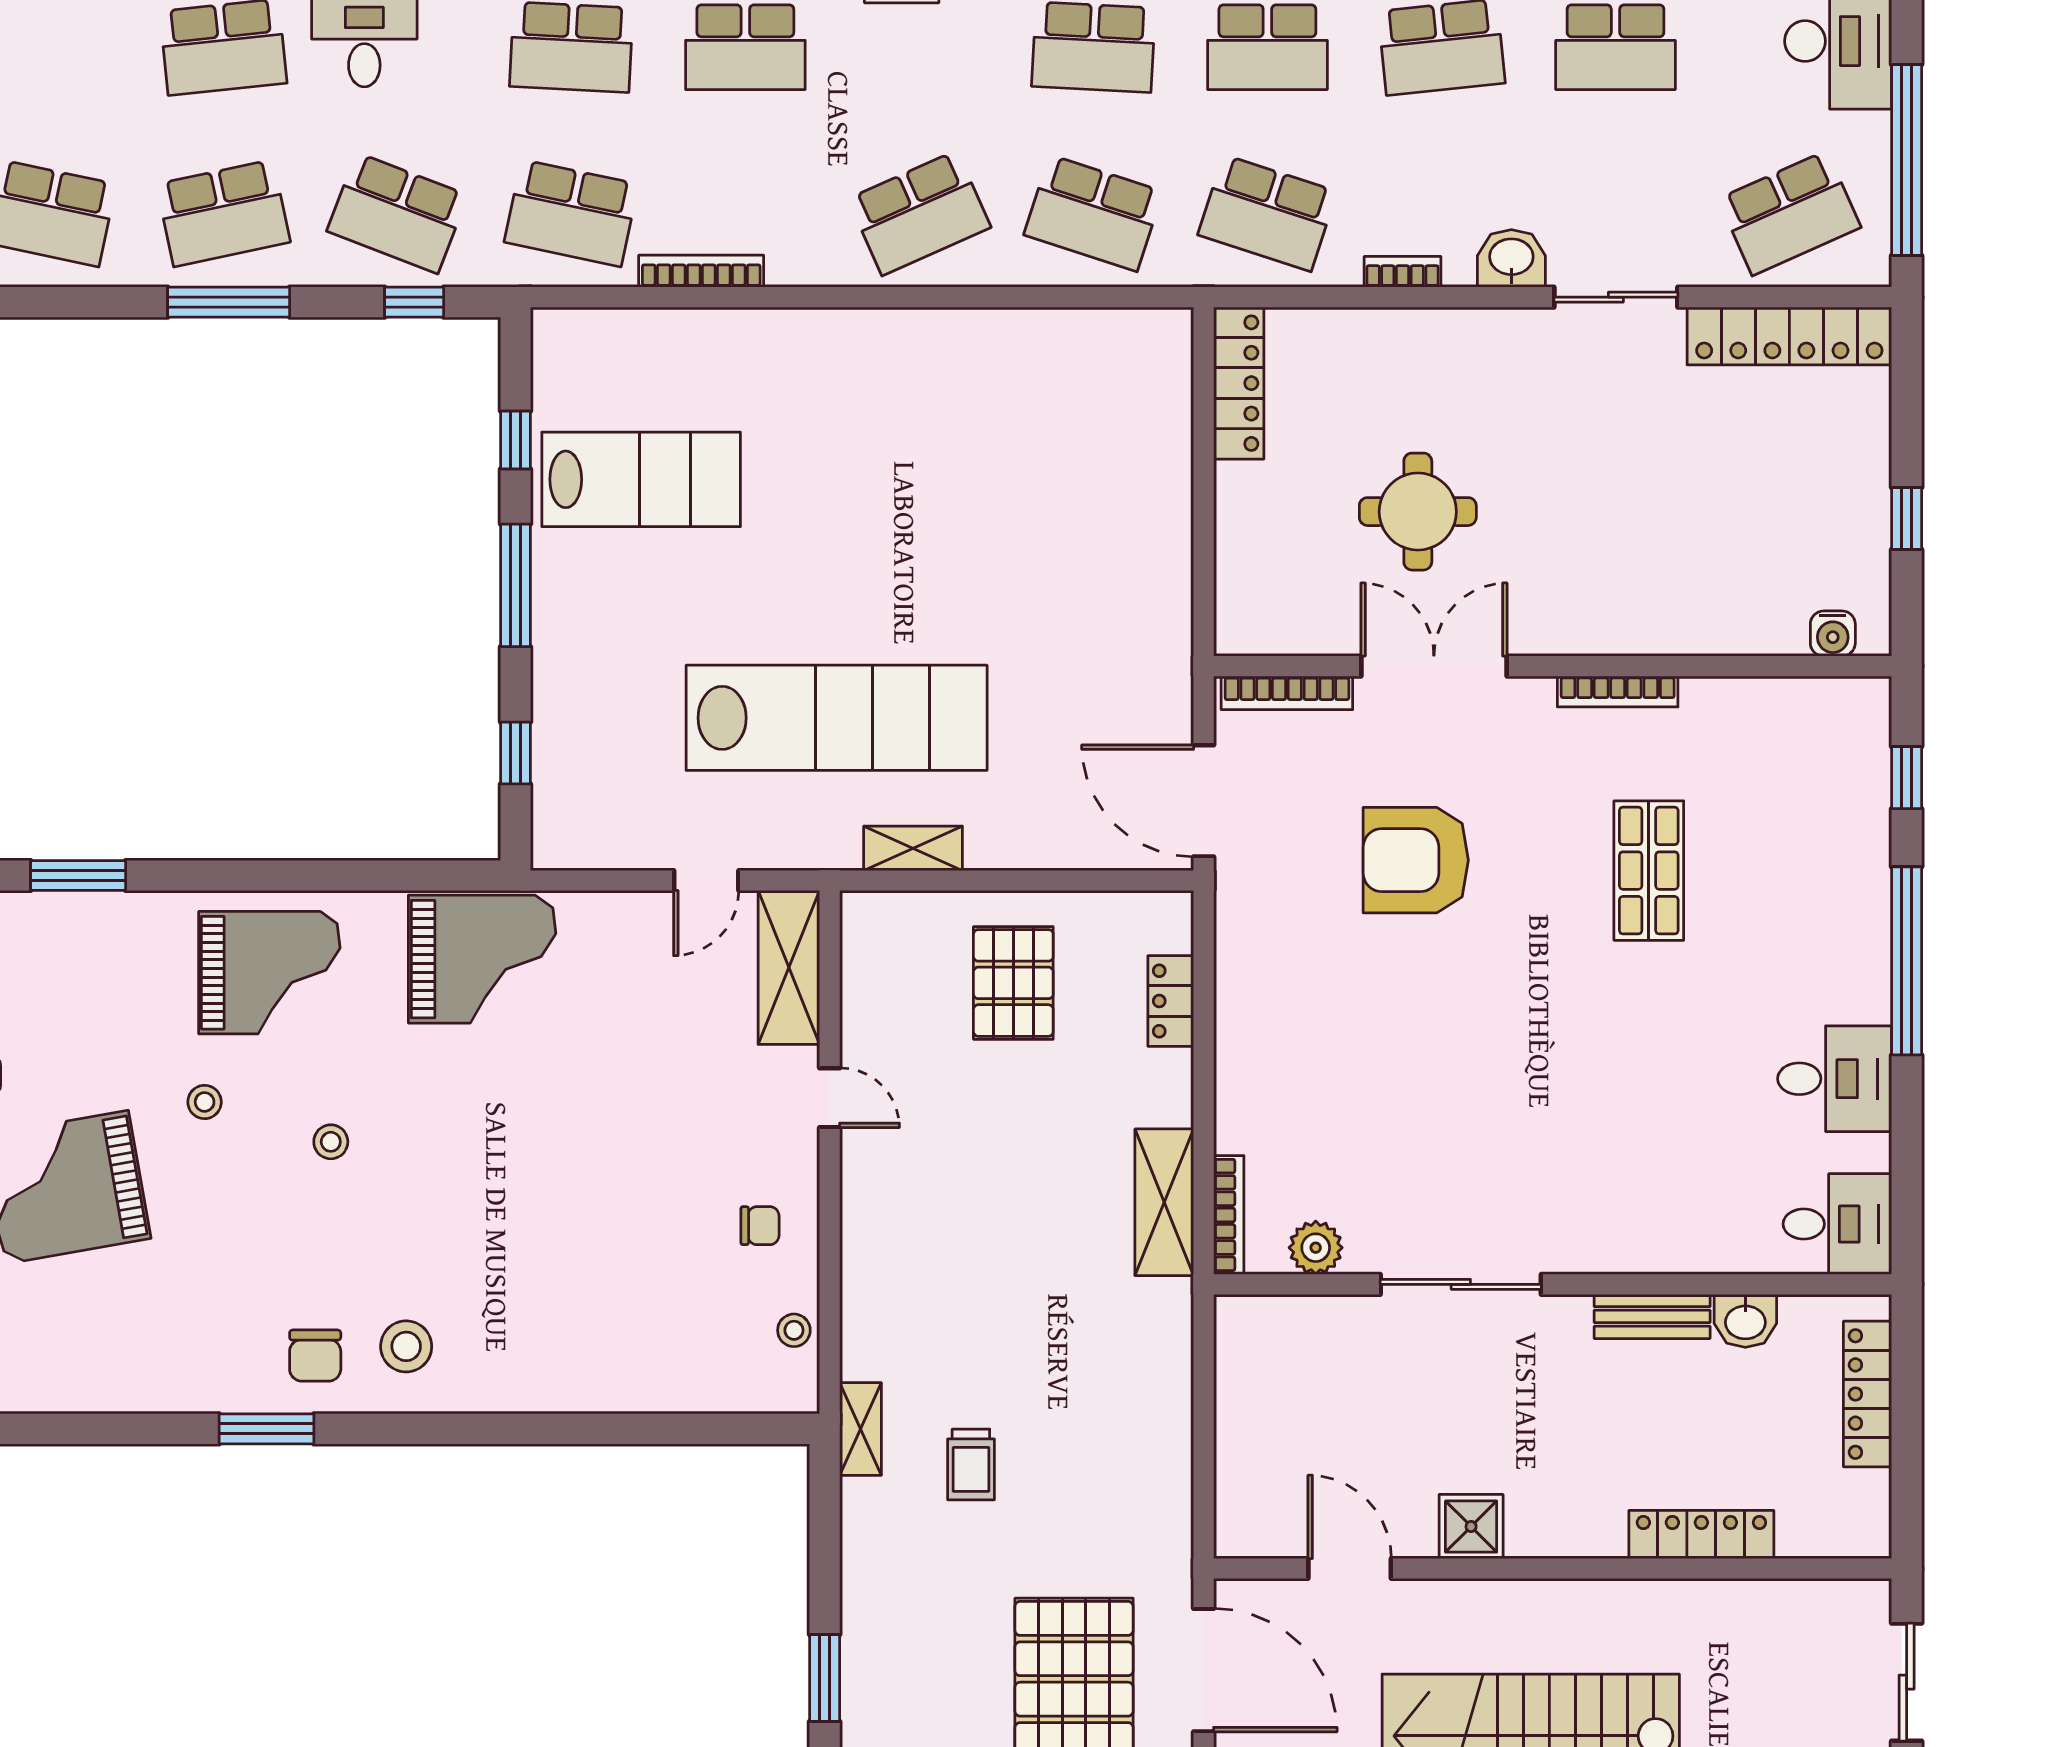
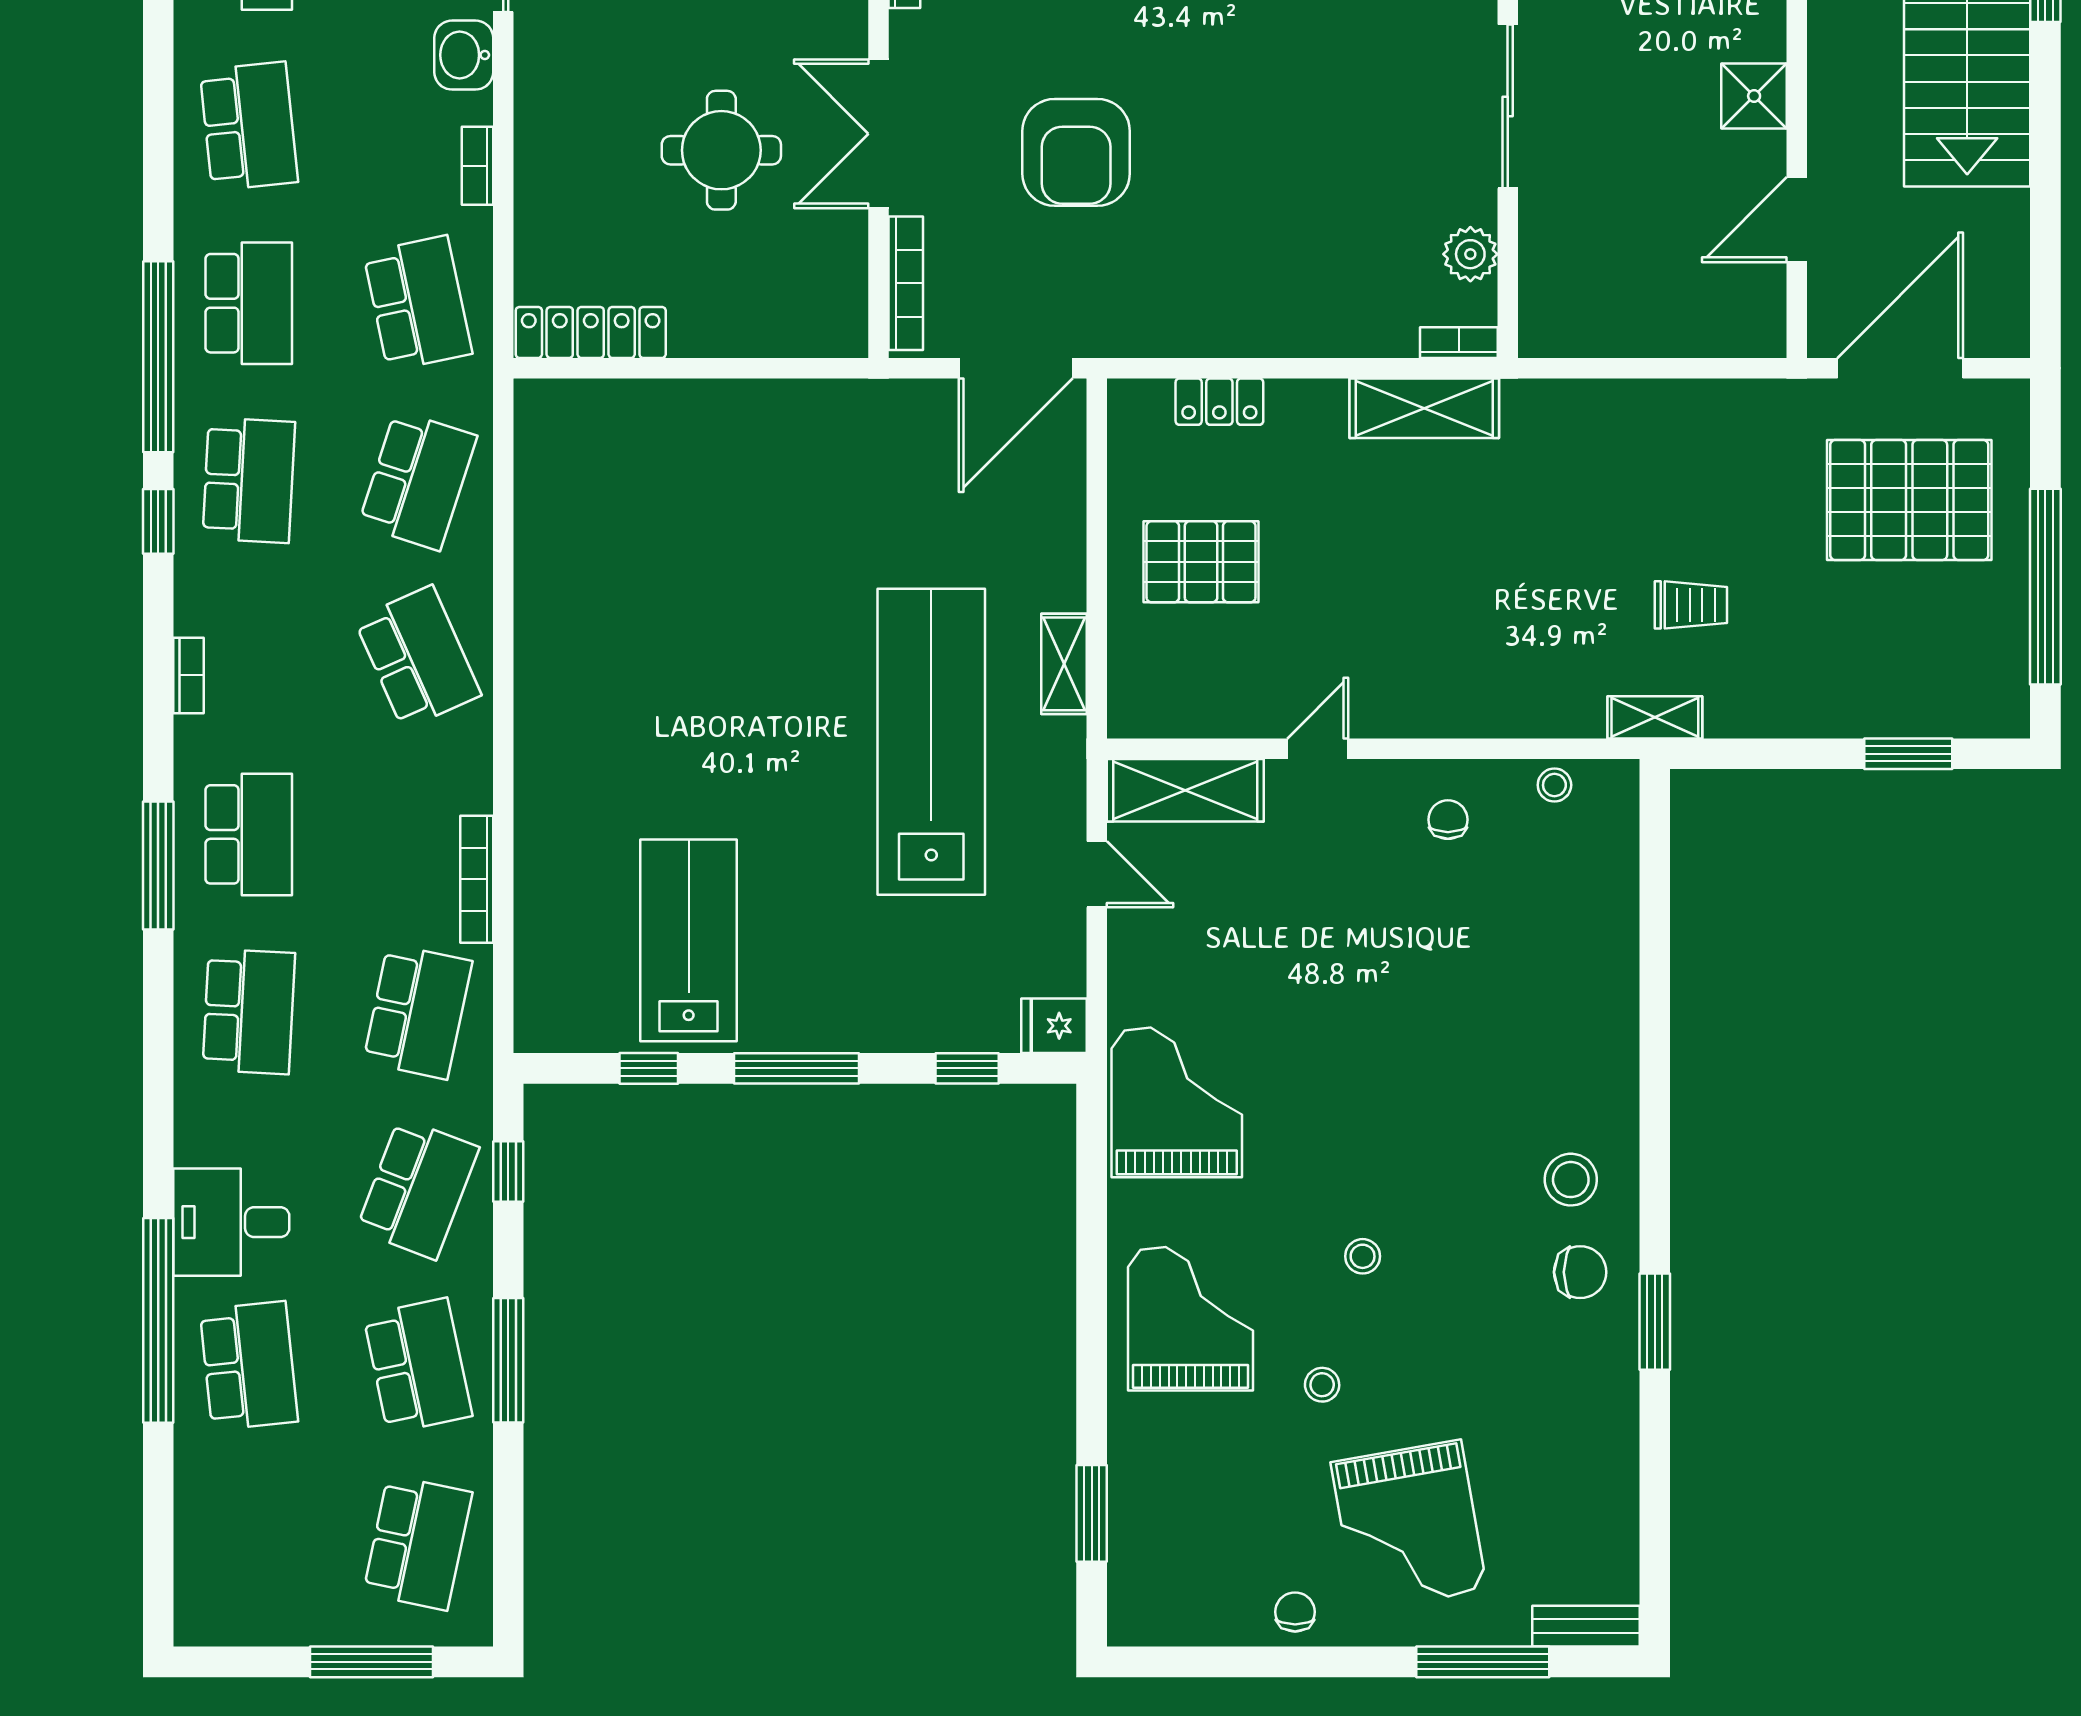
school desk: (1267, 213) -> (418, 303), turned -30
fridge: (557, 838) -> (1054, 1026), added
bookcase: (1229, 1215) -> (1459, 343), width x0.64

